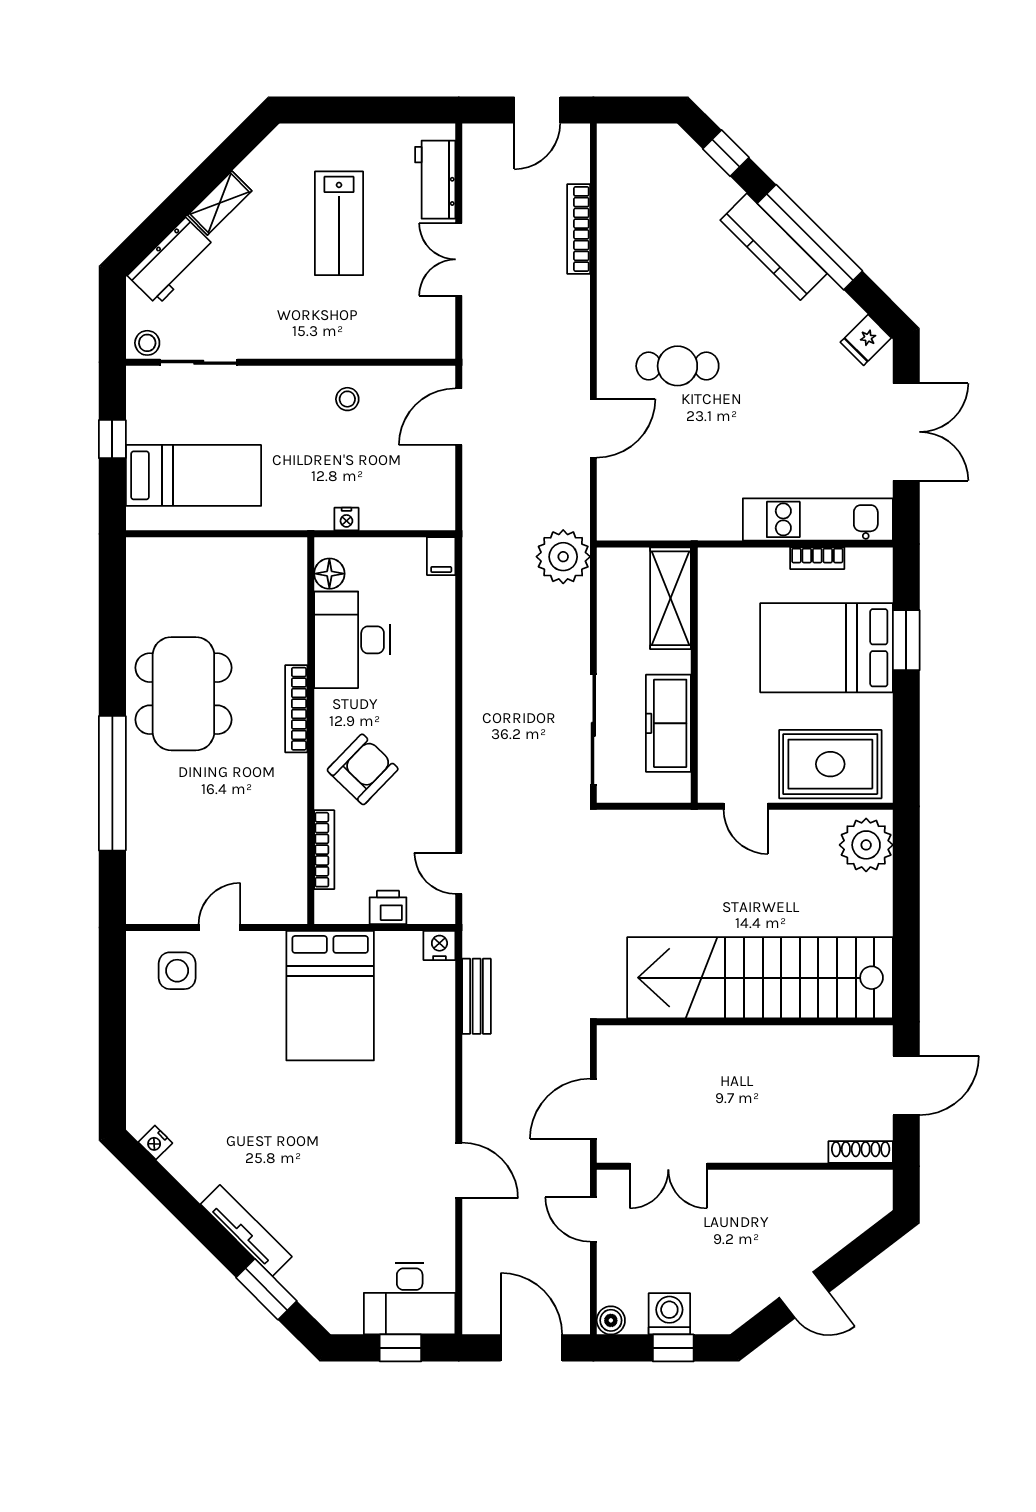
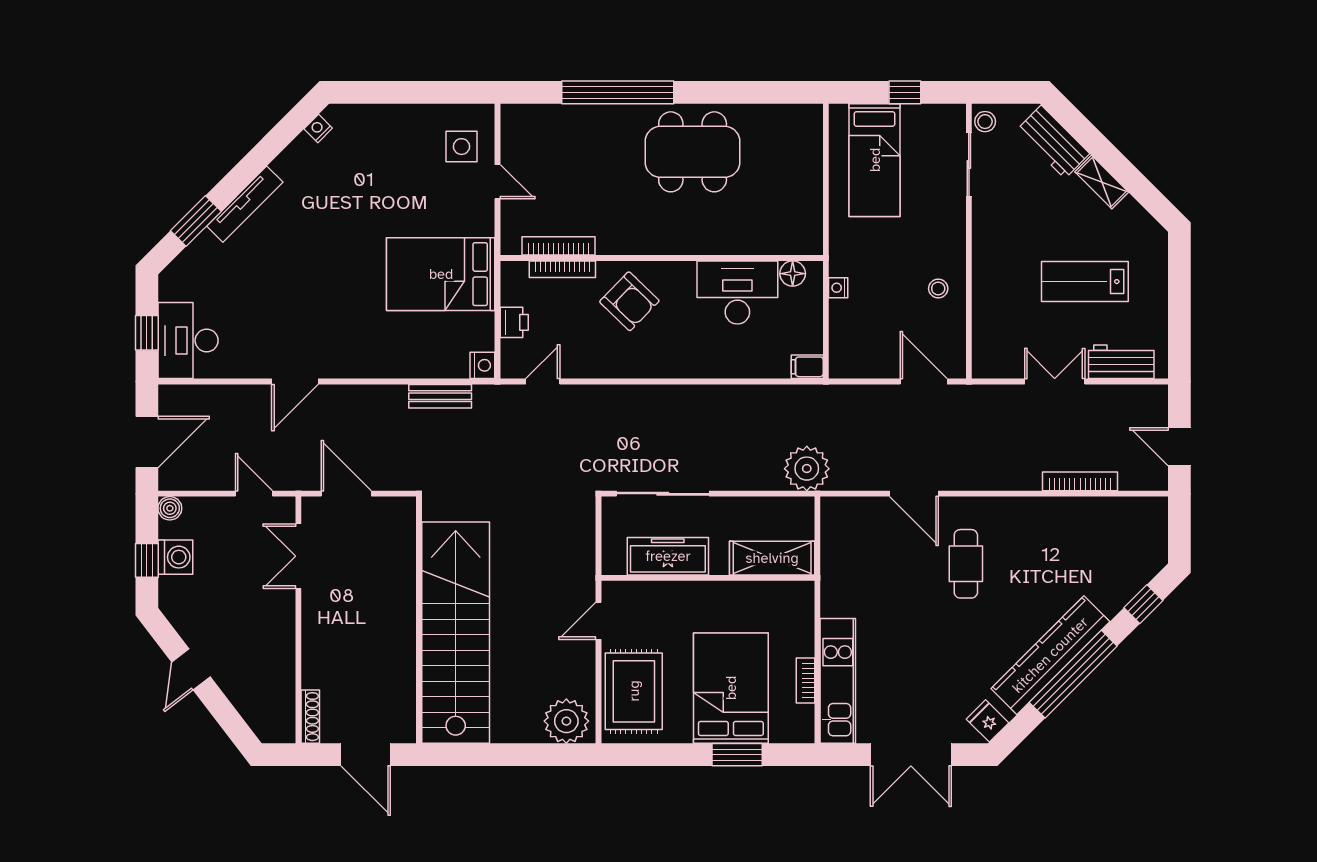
kitchen counter: (774, 247) -> (1050, 655), width x1.39, depth x1.17
bookcase: (296, 709) -> (558, 246), moved
door: (593, 1219) -> (254, 494), hinge flipped

